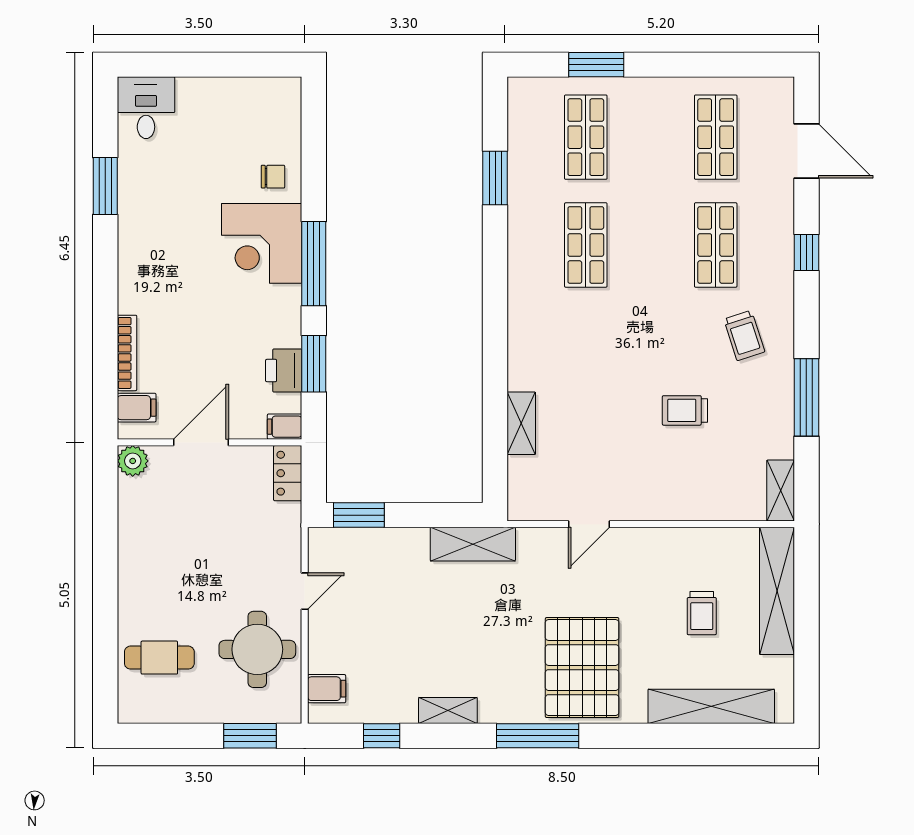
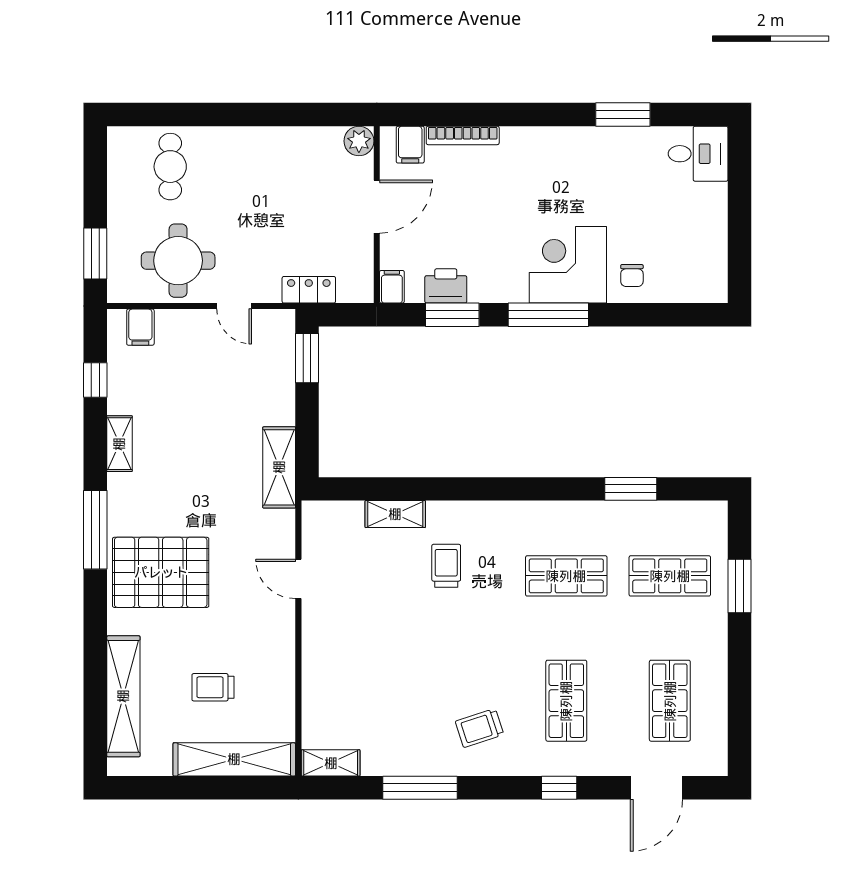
shop shelf: (716, 137) -> (670, 701), turned 90
shop shelf: (716, 245) -> (566, 701), turned 90
trolley: (685, 410) -> (446, 566), moved
door: (201, 442) -> (377, 207), hinge flipped
locker: (288, 473) -> (309, 290), moved

